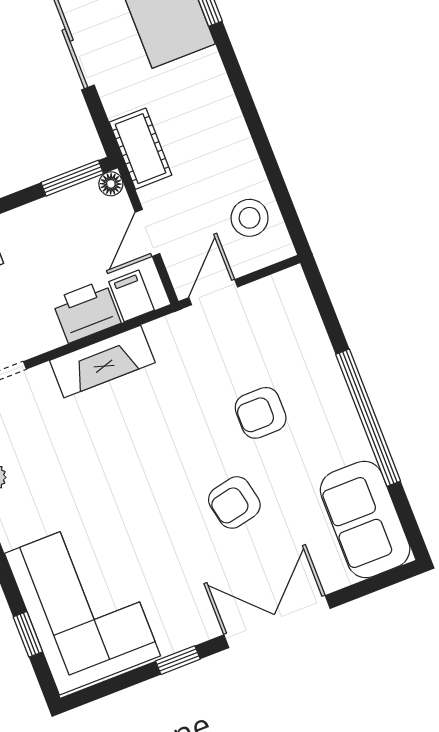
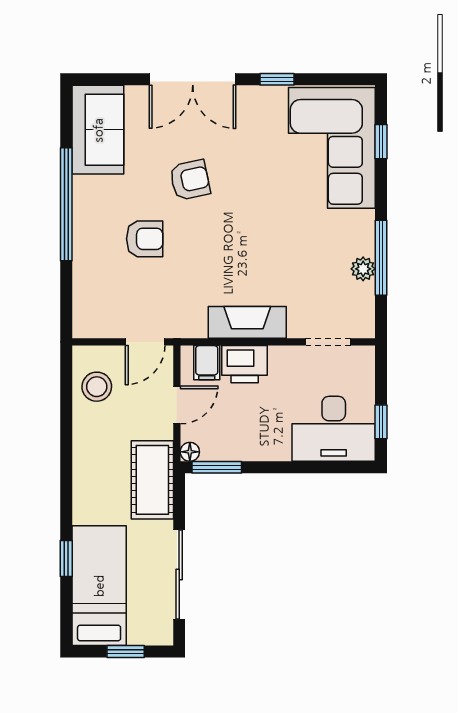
cot: (141, 149) -> (152, 480), width x1.37, depth x1.34

